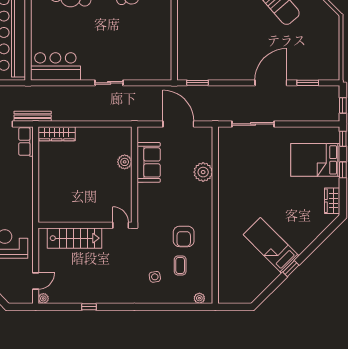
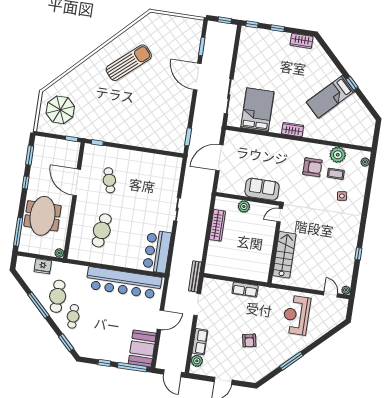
wardrobe: (57, 134) -> (217, 225), moved
row of seats: (26, 141) -> (245, 290), moved
bed: (315, 160) -> (257, 110), moved, turned 180
sofa: (149, 162) -> (262, 189), moved
plant: (203, 172) -> (338, 155), moved
wardrobe: (225, 206) -> (293, 130), added
wall: (85, 225) -> (275, 244), moved
door: (121, 225) -> (280, 215), moved
stairs: (74, 238) -> (284, 255), moved

